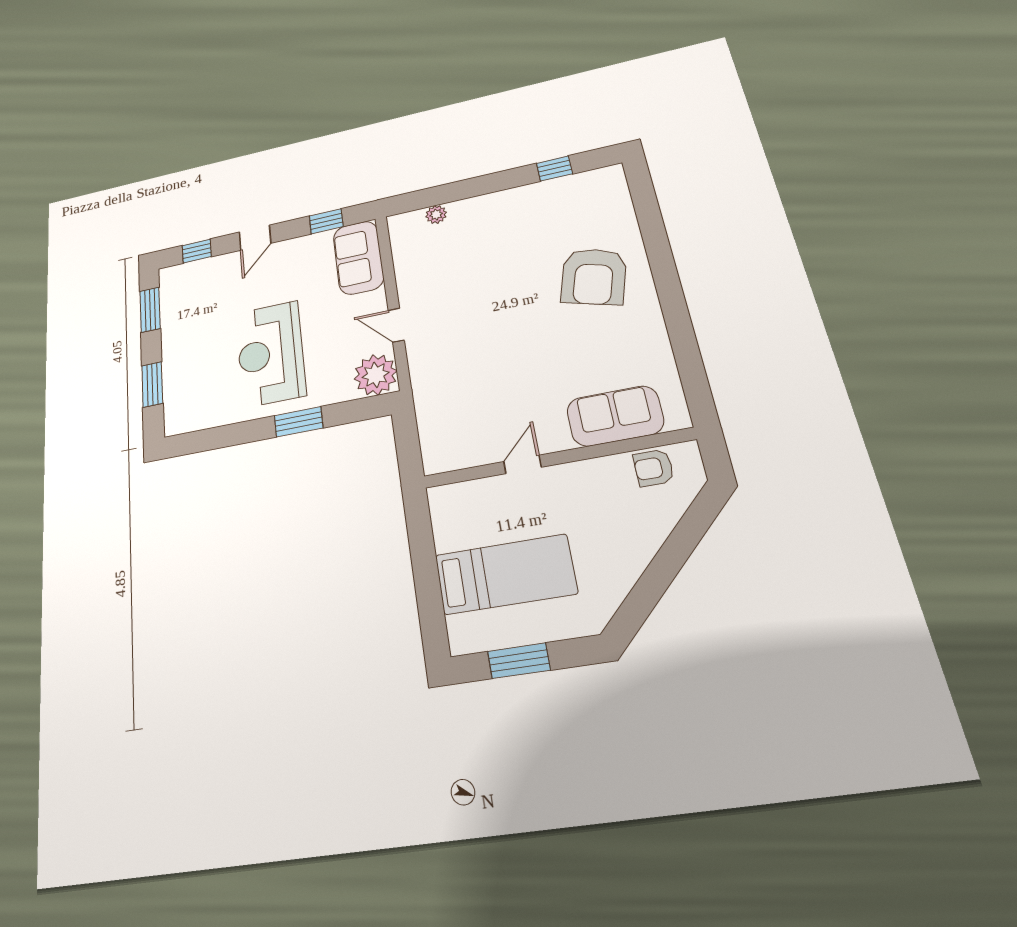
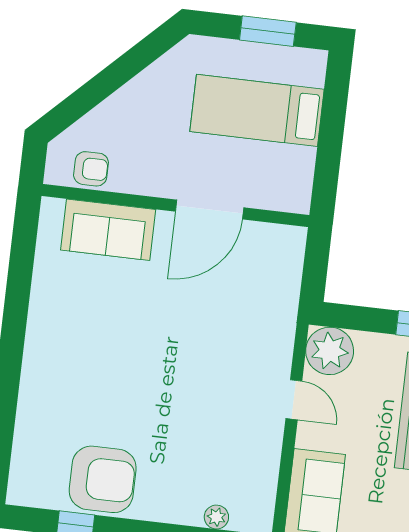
armchair: (594, 276) -> (103, 479), moved, turned 74
door: (522, 464) -> (210, 210), width x1.88

